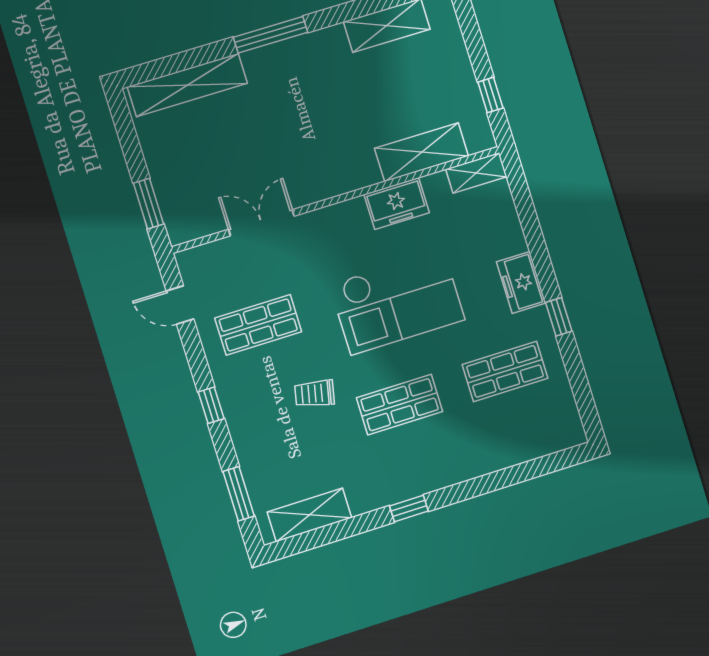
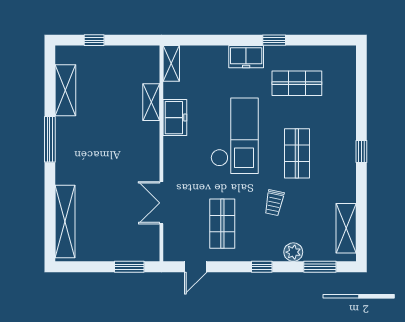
window: (271, 35) -> (50, 139), moved
window: (490, 95) -> (94, 40), moved
shelving: (421, 152) -> (151, 102), width x0.67, depth x0.75
shop shelf: (505, 371) -> (297, 83), turned 90
plant: (248, 446) -> (293, 252), added
window: (409, 508) -> (361, 151), moved

